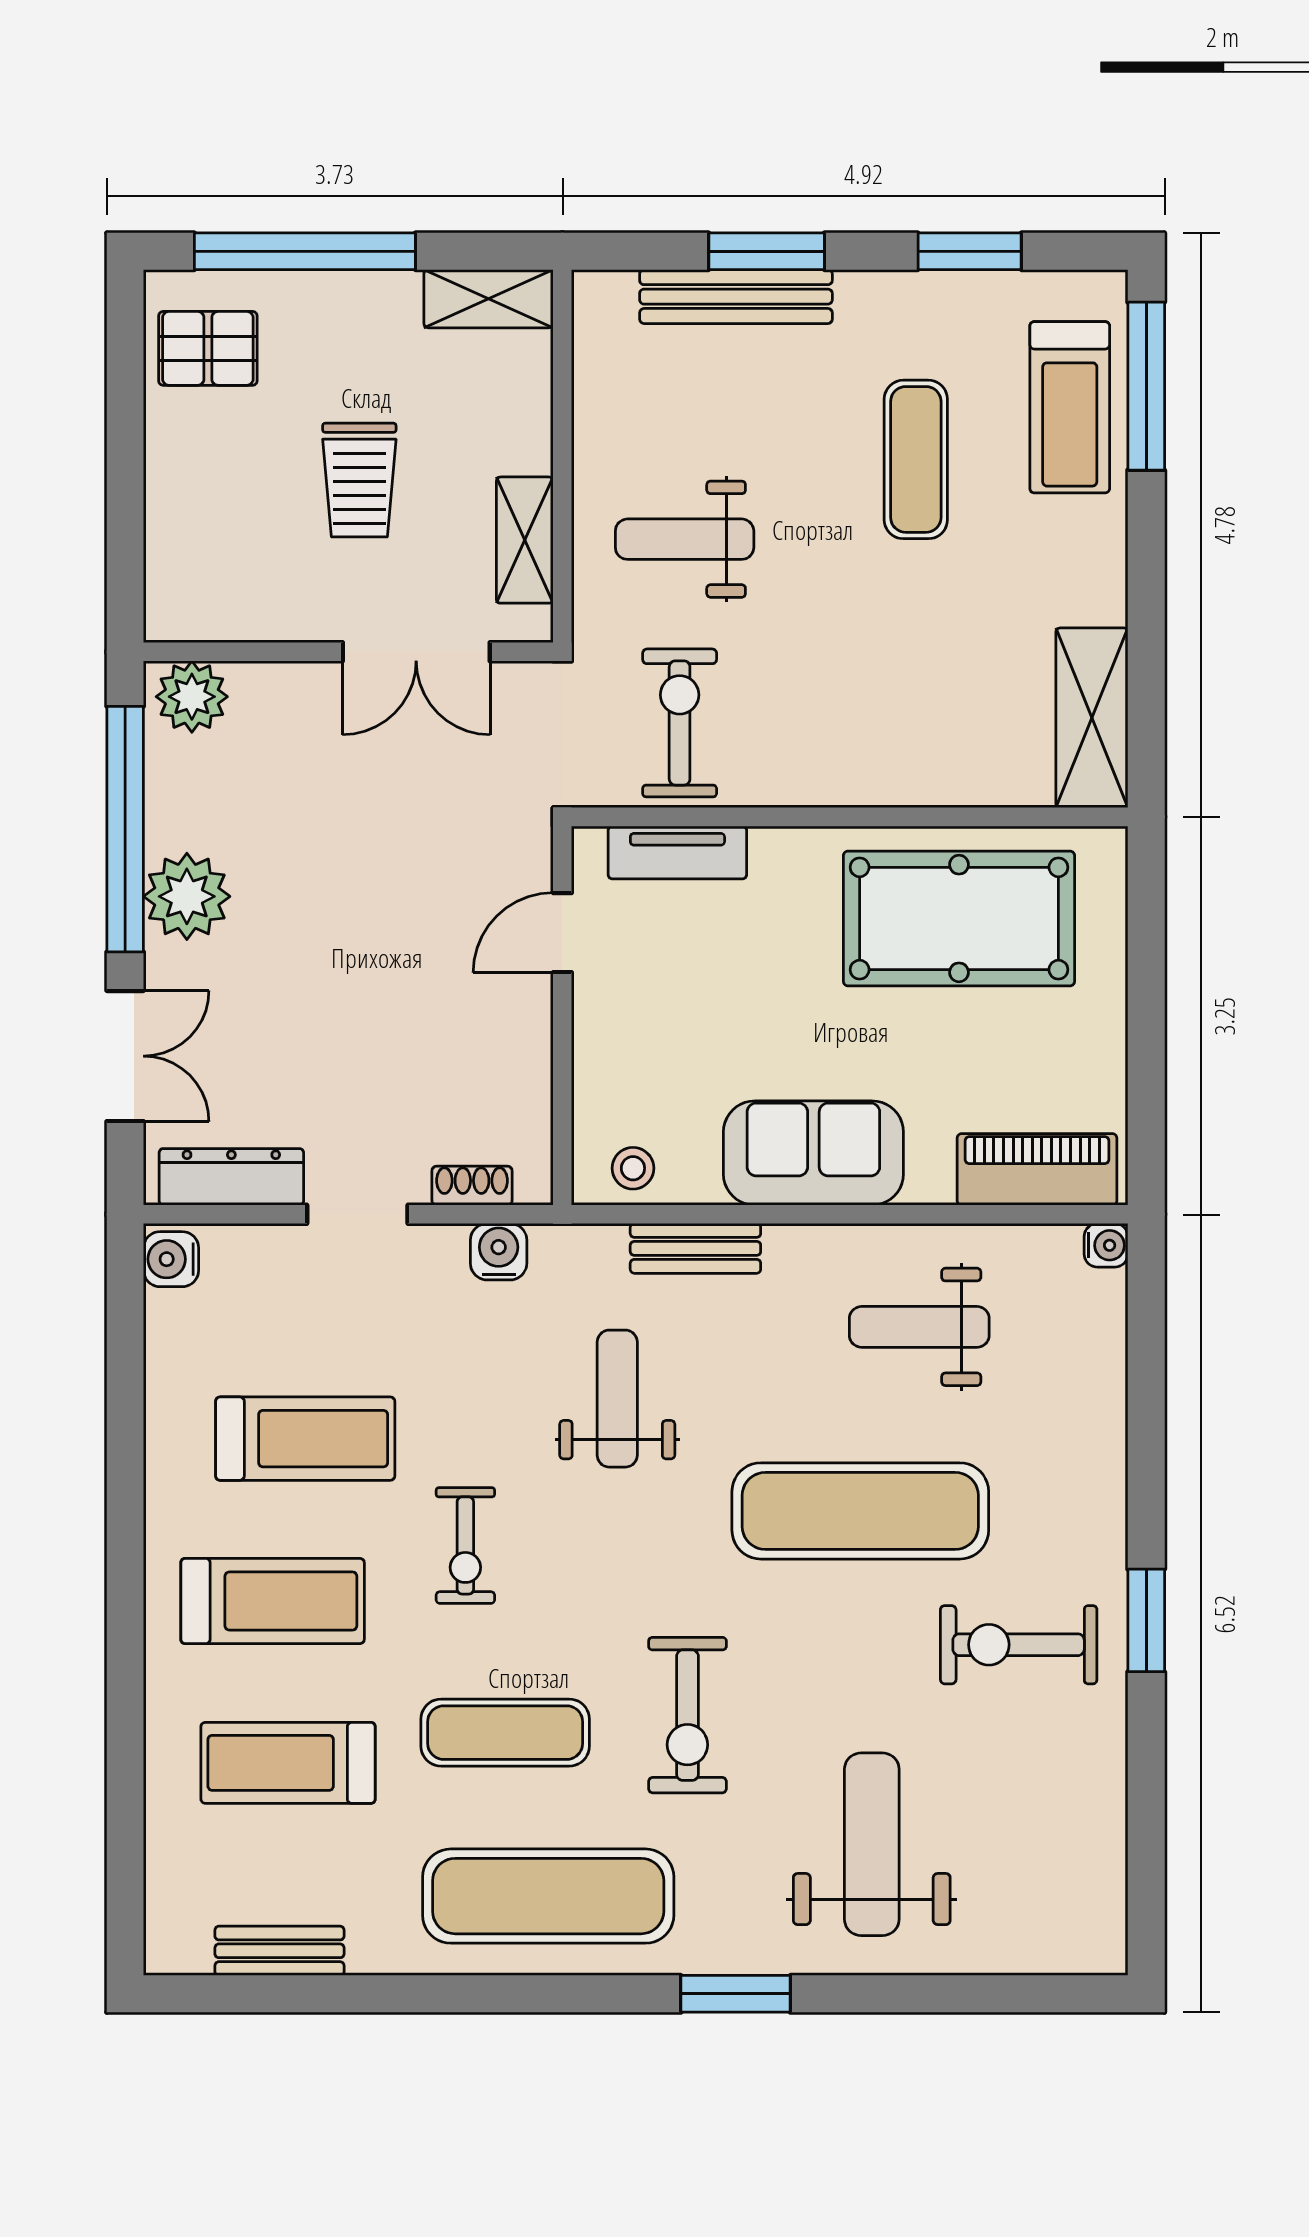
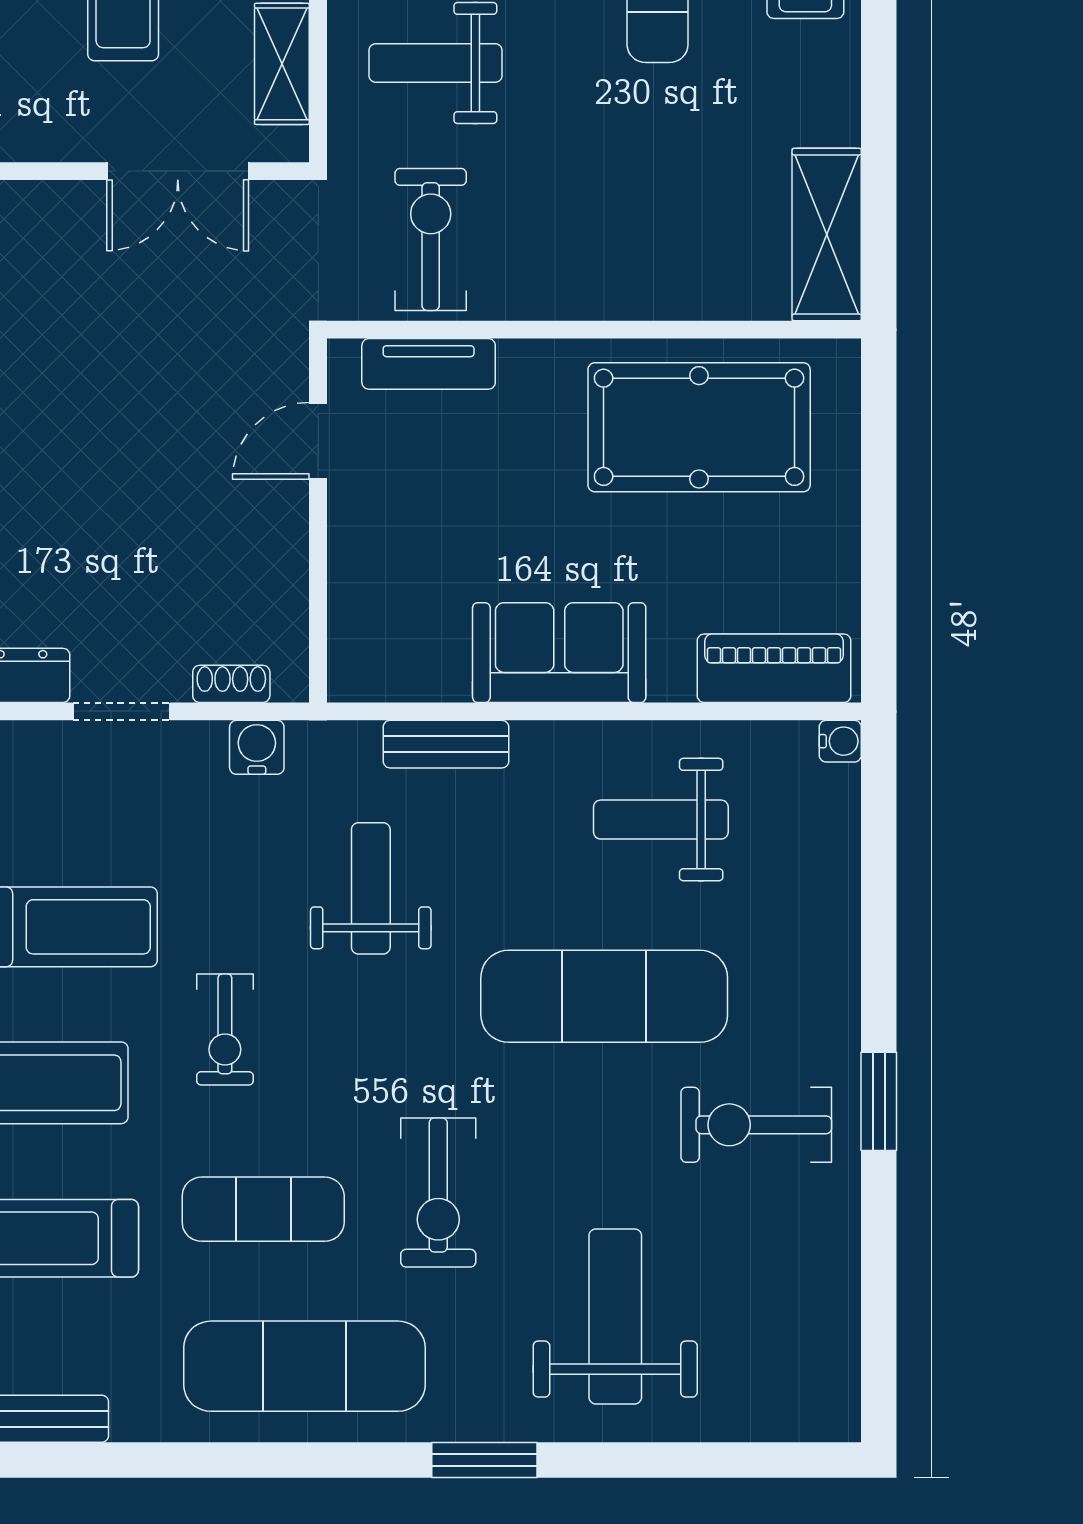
stool: (633, 1168) -> (386, 667), removed

